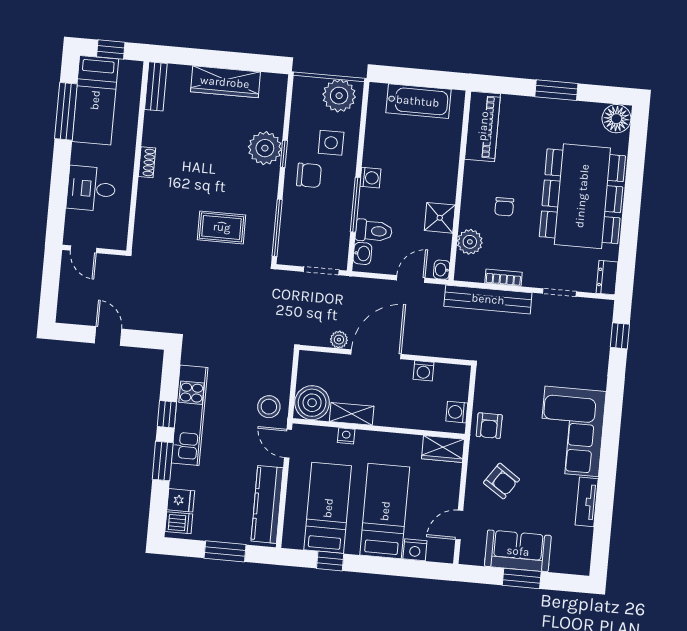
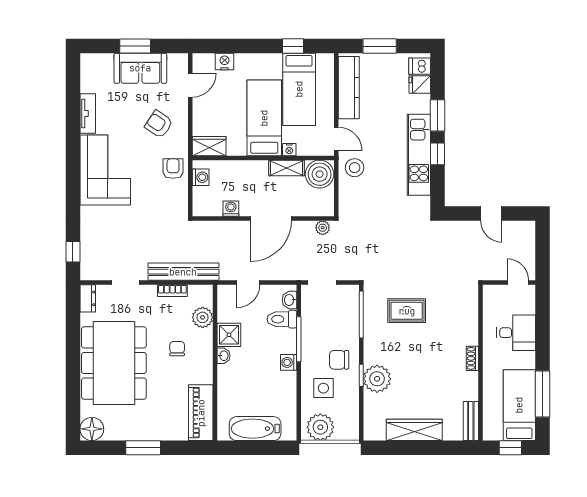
washbasin: (442, 270) -> (224, 356), moved
plant: (339, 340) -> (323, 228), moved
bed: (385, 511) -> (264, 118), moved, turned 180

